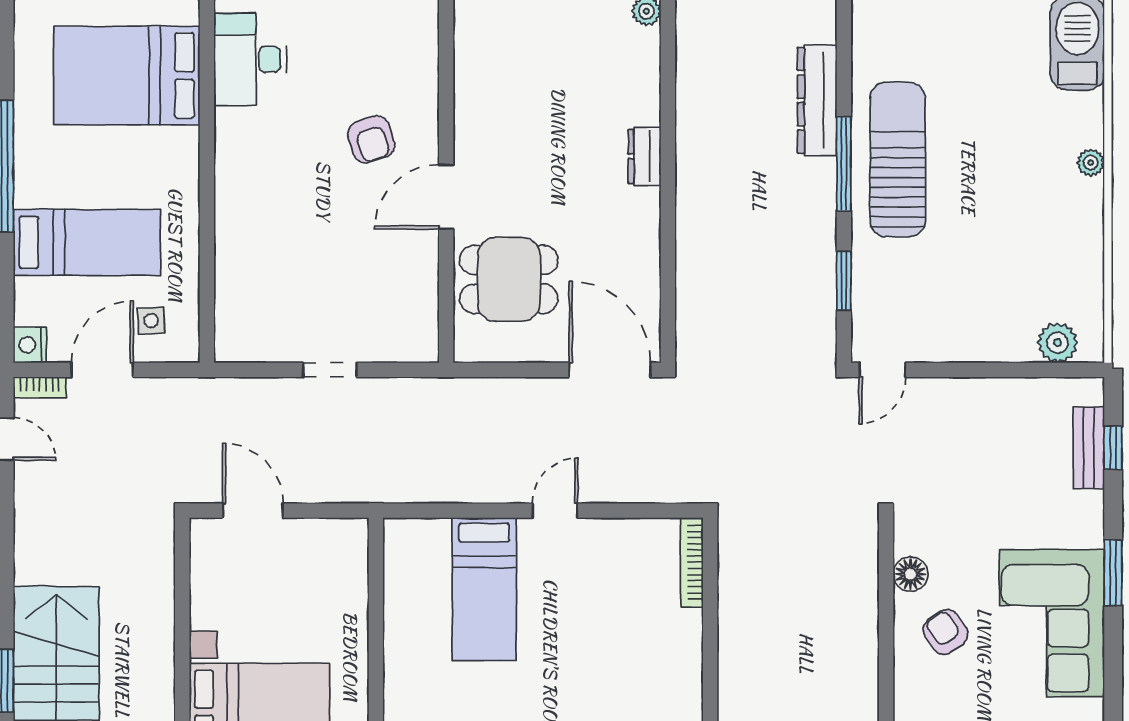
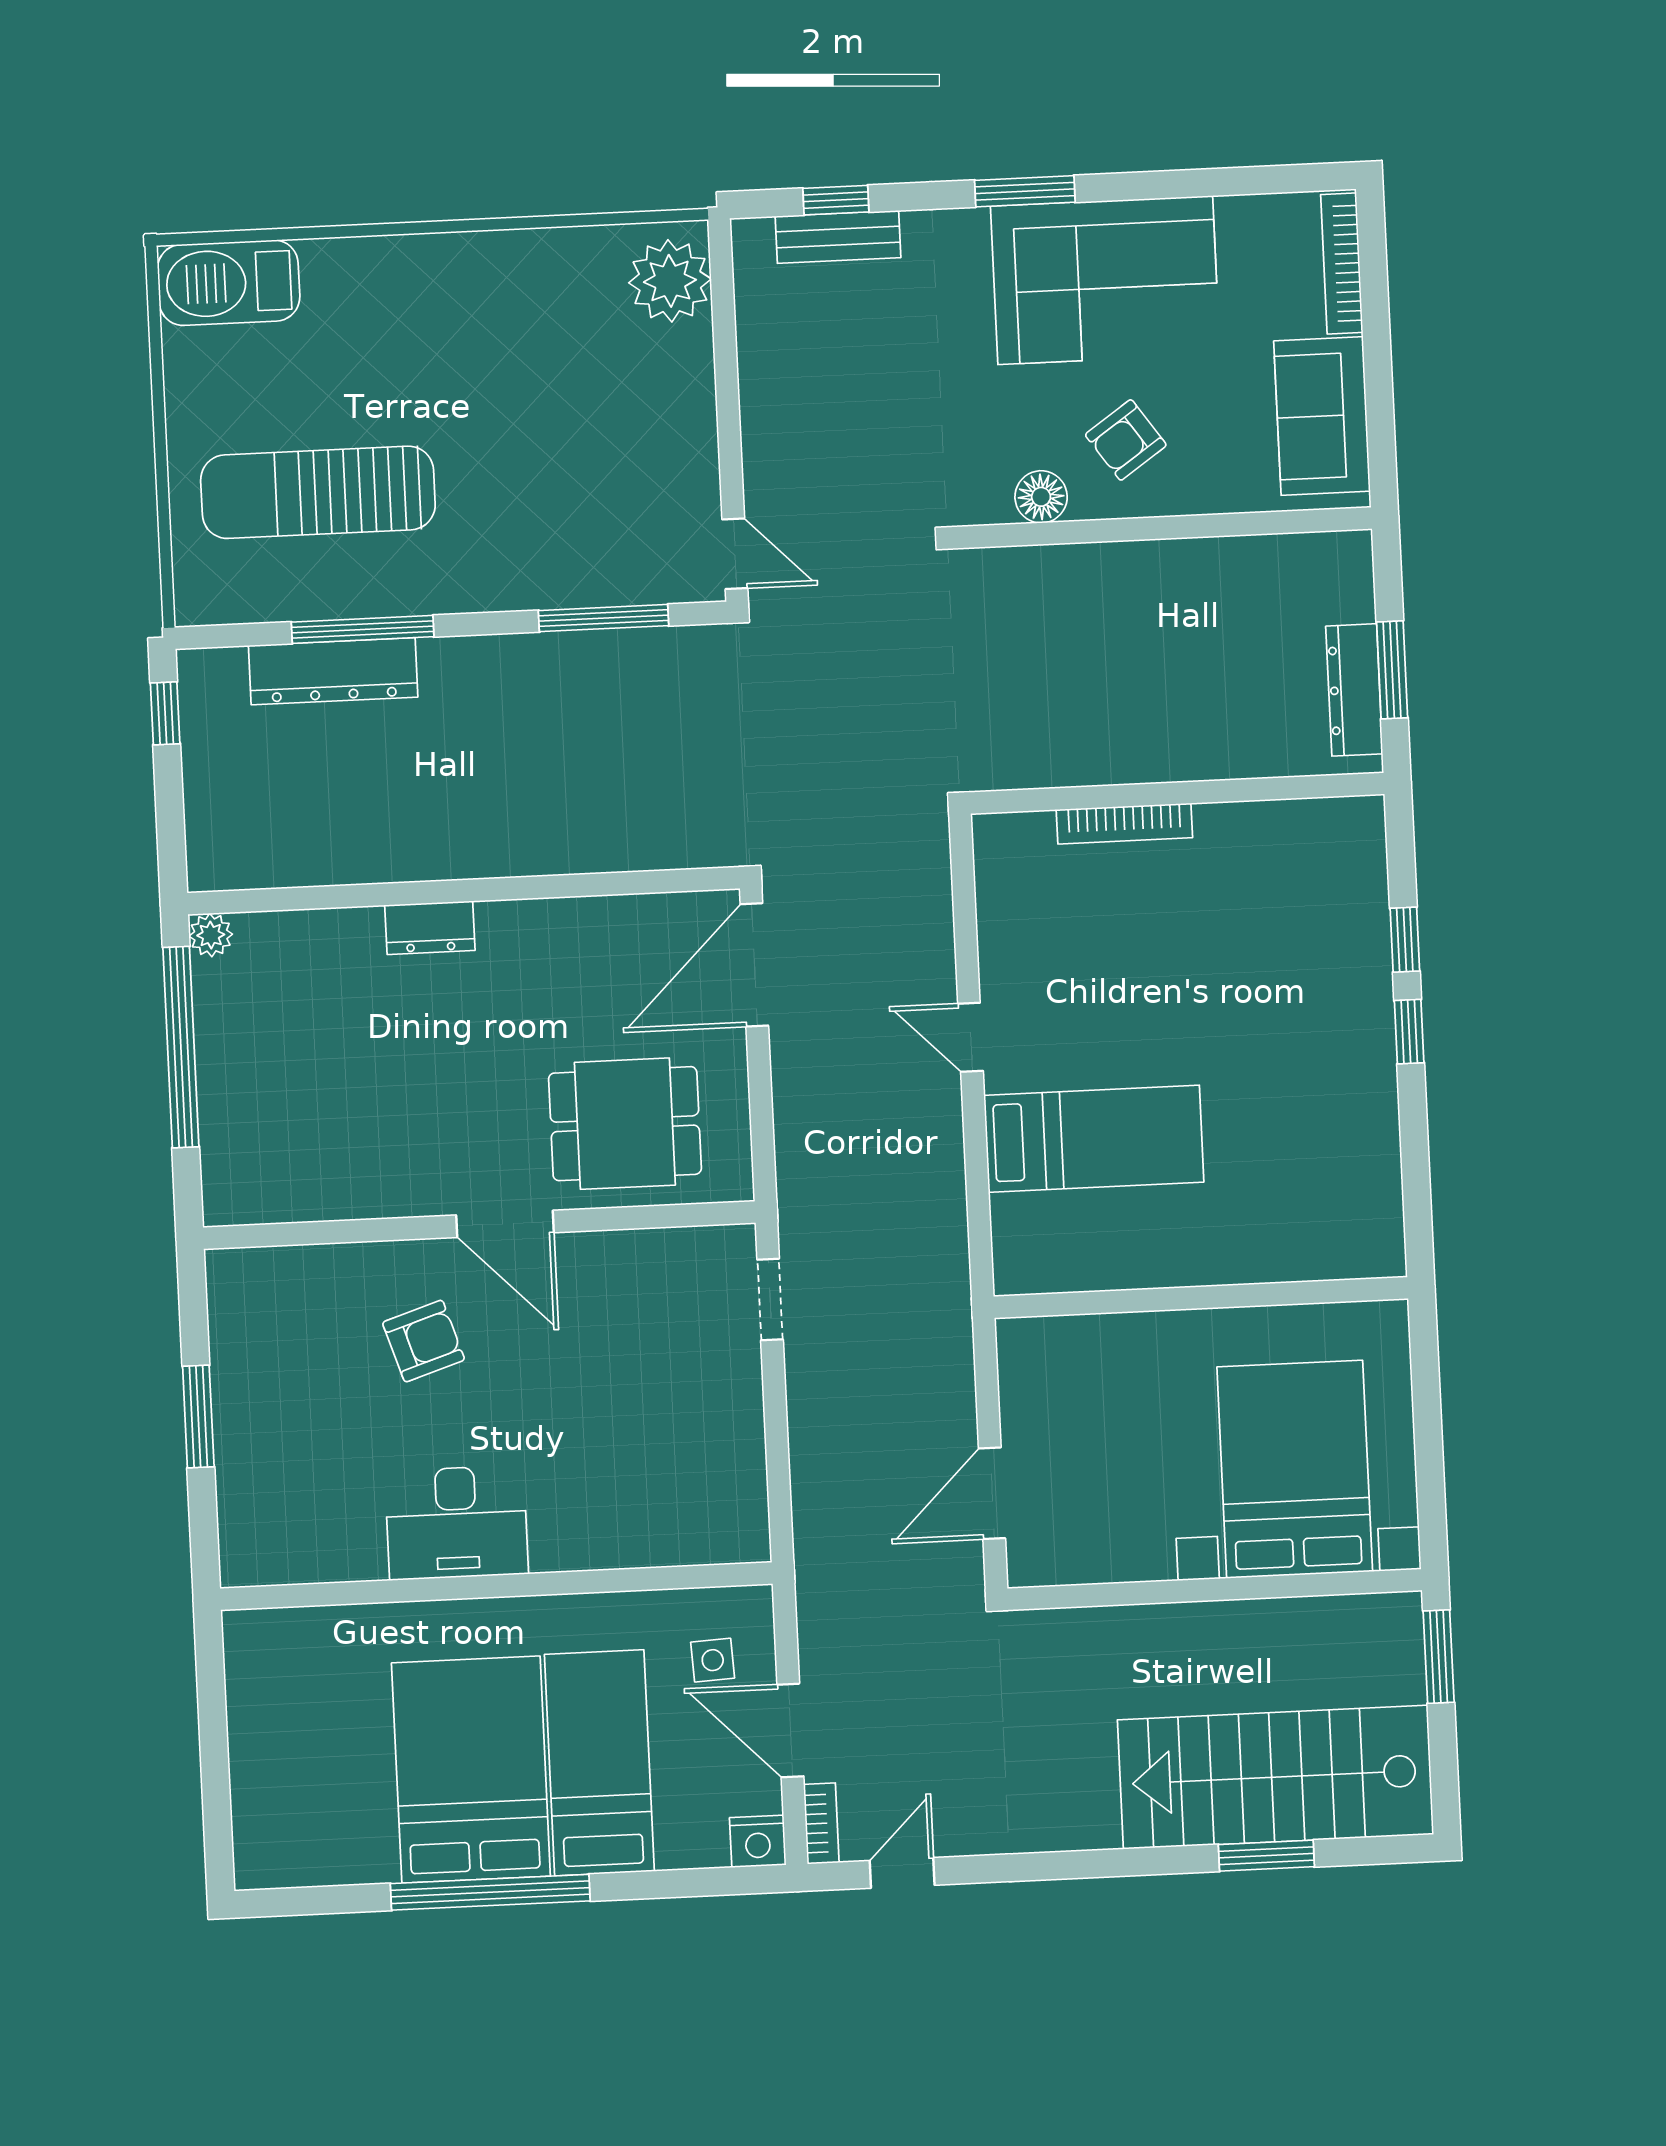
desk: (250, 59) -> (457, 1523), moved
bed: (127, 76) -> (471, 1770), moved, turned 180
sun lounger: (898, 160) -> (318, 492), moved
plant: (1091, 163) -> (407, 254), removed
window: (844, 164) -> (363, 629), moved
dining table: (509, 279) -> (625, 1124), turned 90
window: (844, 281) -> (604, 618), width x1.44
plant: (1058, 343) -> (670, 281), width x1.36, depth x1.36
doorway: (330, 370) -> (770, 1299), moved
bookcase: (692, 562) -> (1124, 824), moved

